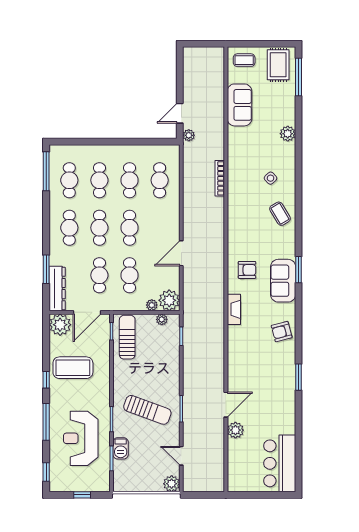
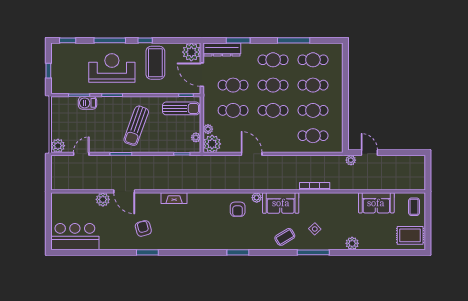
window: (298, 77) -> (313, 252), moved
window: (46, 171) -> (294, 40), moved
plant: (233, 247) -> (257, 198), added
sofa: (283, 281) -> (281, 203), moved, turned 180
fireplace: (234, 309) -> (174, 198), moved
armchair: (282, 332) -> (143, 228), moved
sun lounger: (147, 410) -> (136, 126), moved
reception desk: (81, 438) -> (112, 68), moved

